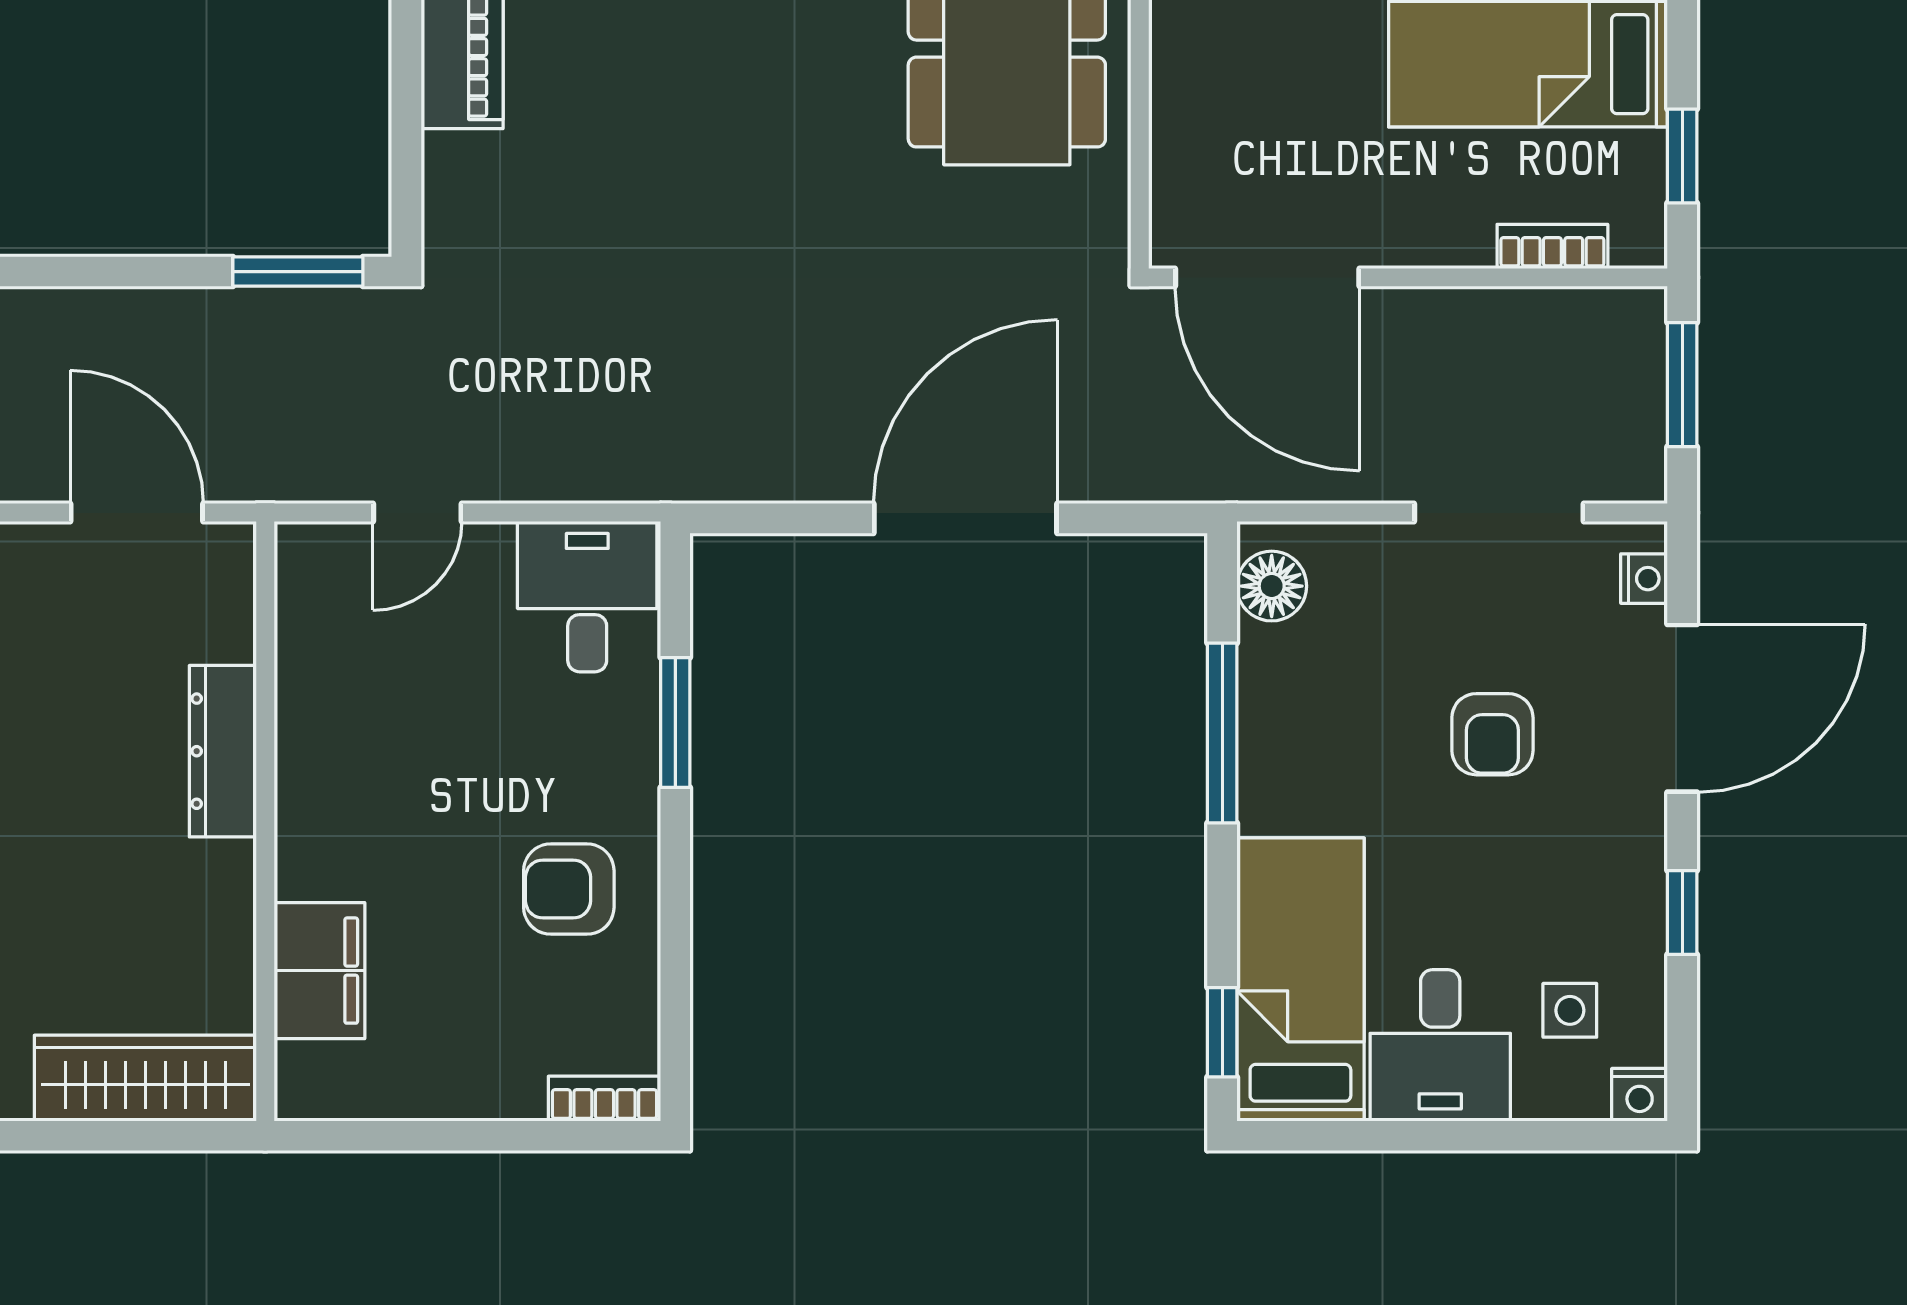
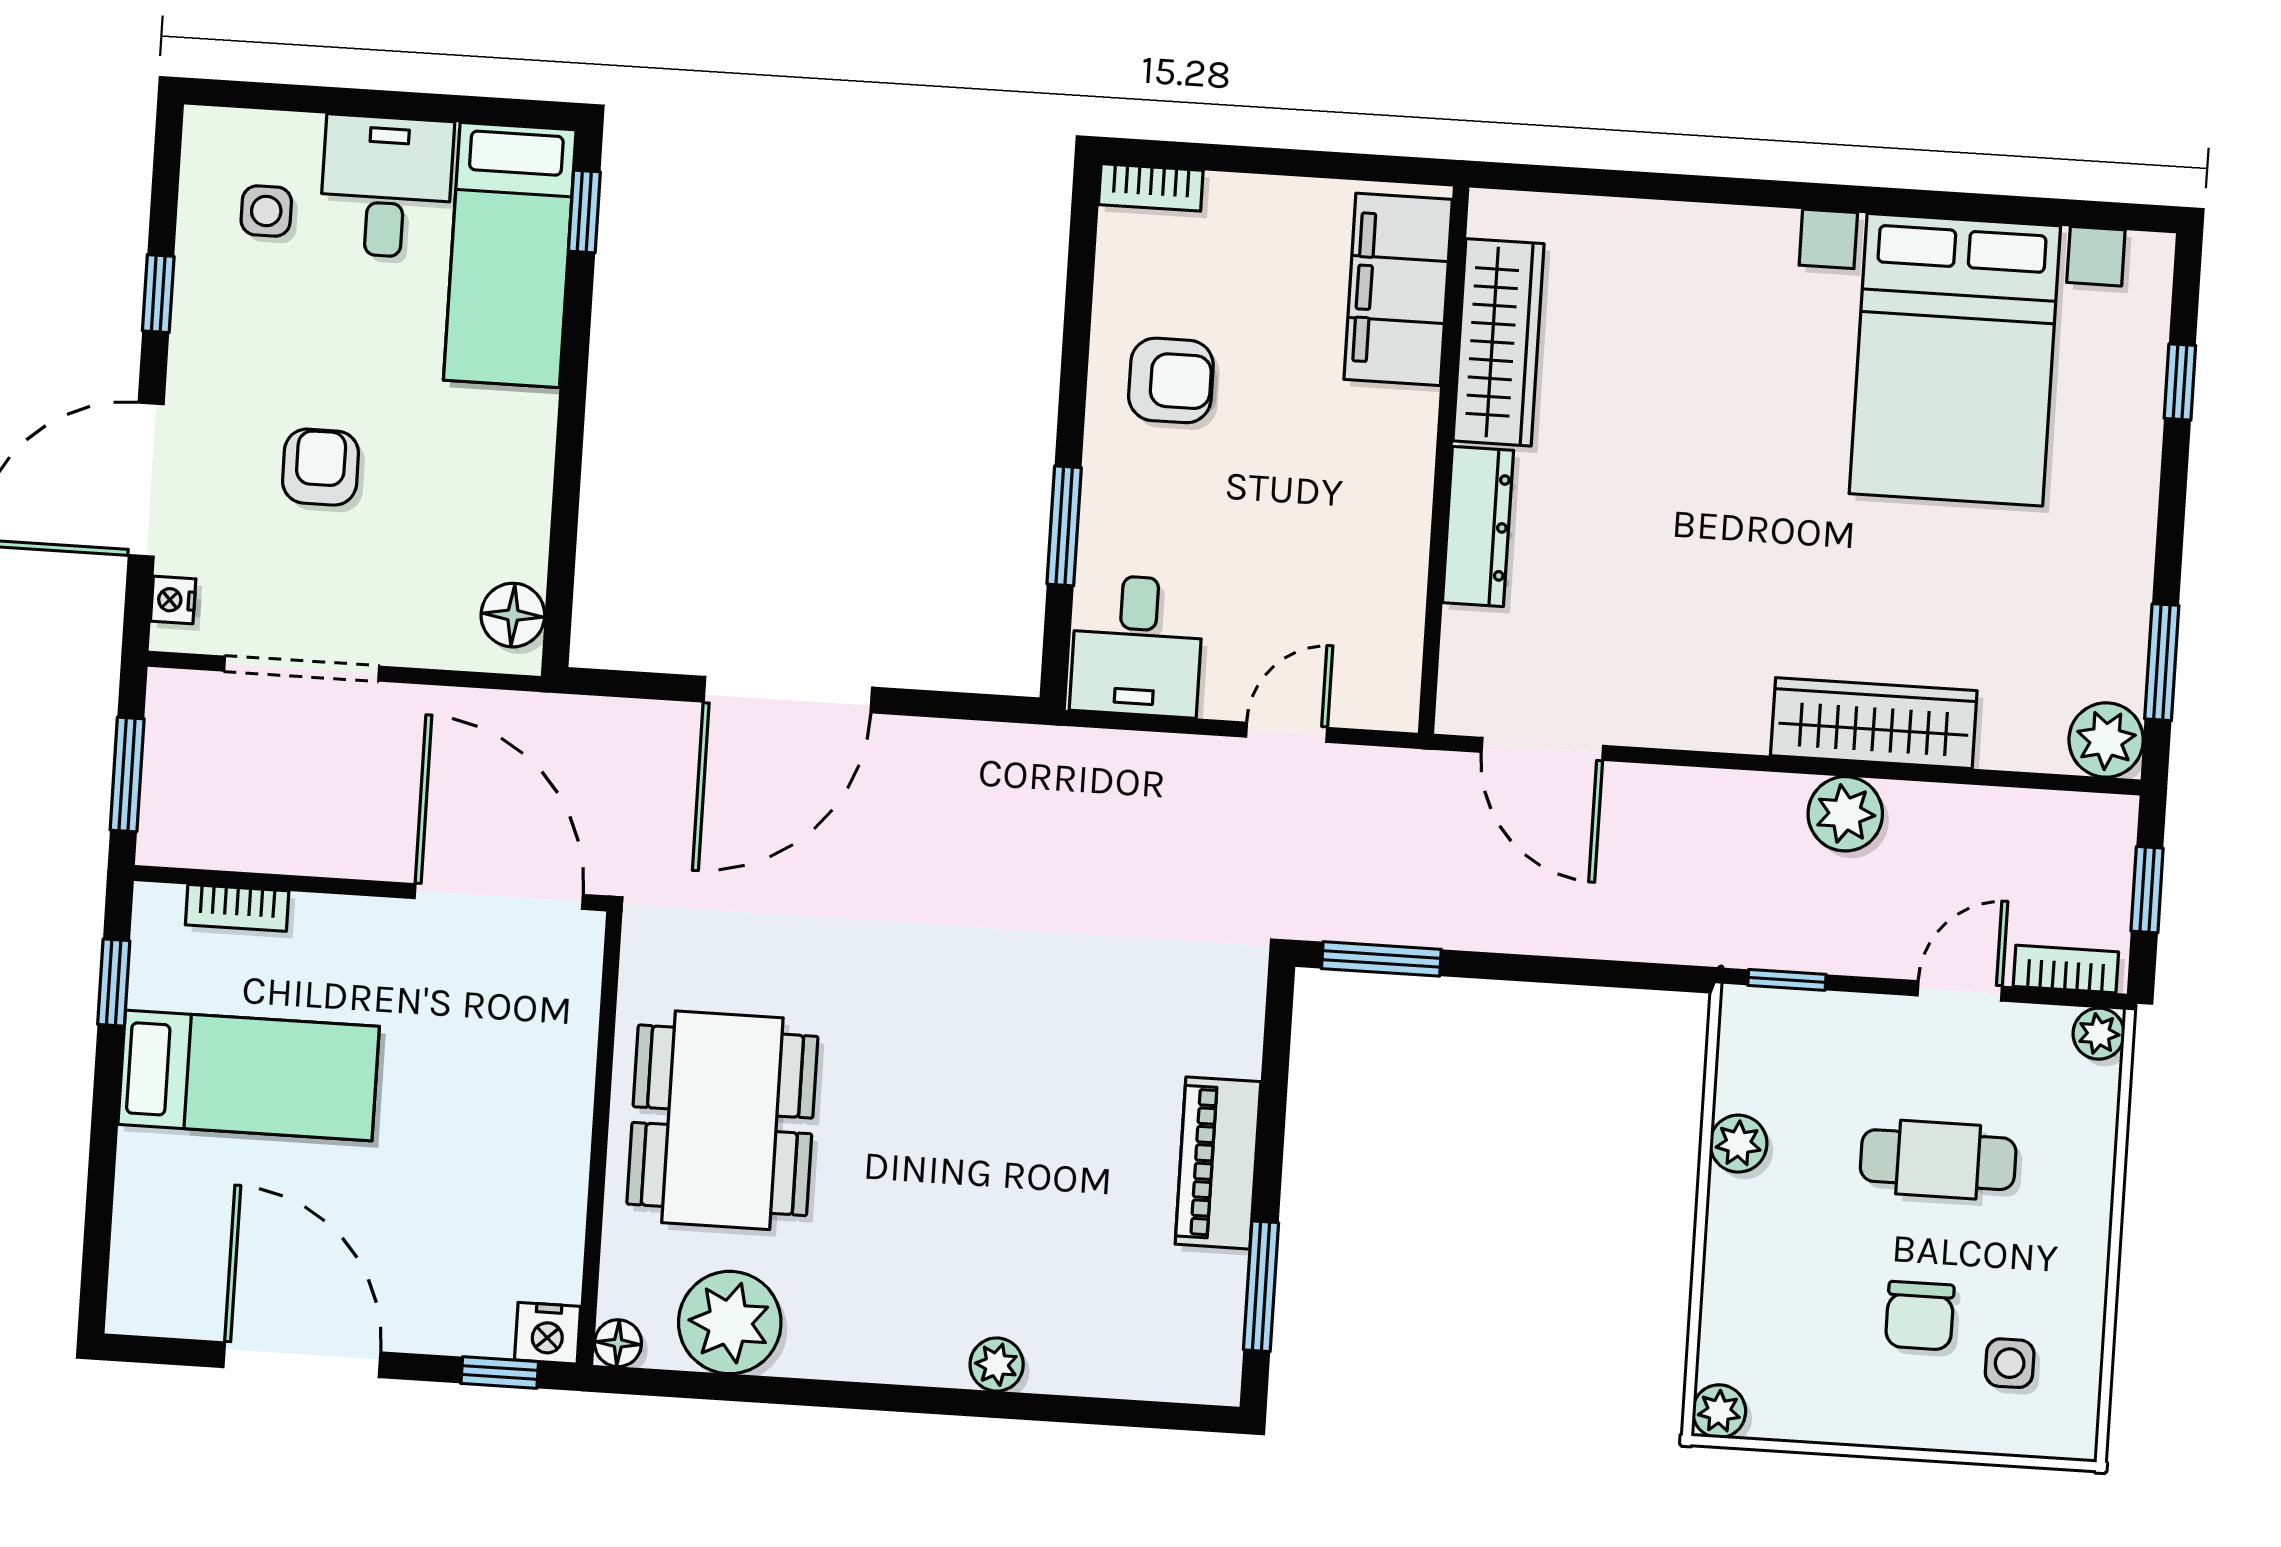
window: (1222, 733) -> (567, 484), removed
filing cabinet: (319, 971) -> (1398, 289), width x1.50, depth x1.17
wardrobe: (145, 1078) -> (1498, 342), moved, turned -90
nightstand: (1640, 1095) -> (208, 130), removed

